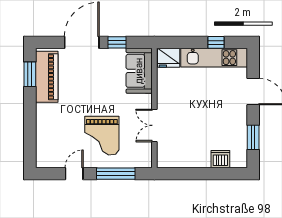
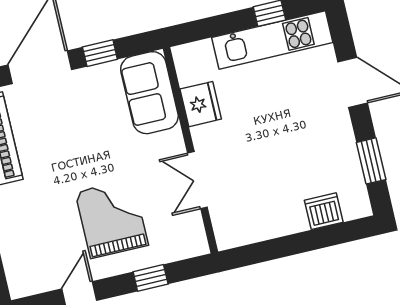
fridge: (169, 58) -> (201, 104), moved, turned -90
grand piano: (102, 136) -> (112, 219), turned 180
window: (116, 174) -> (151, 278), width x0.46

